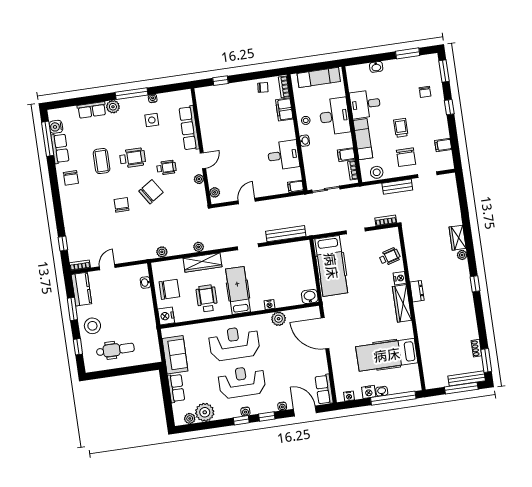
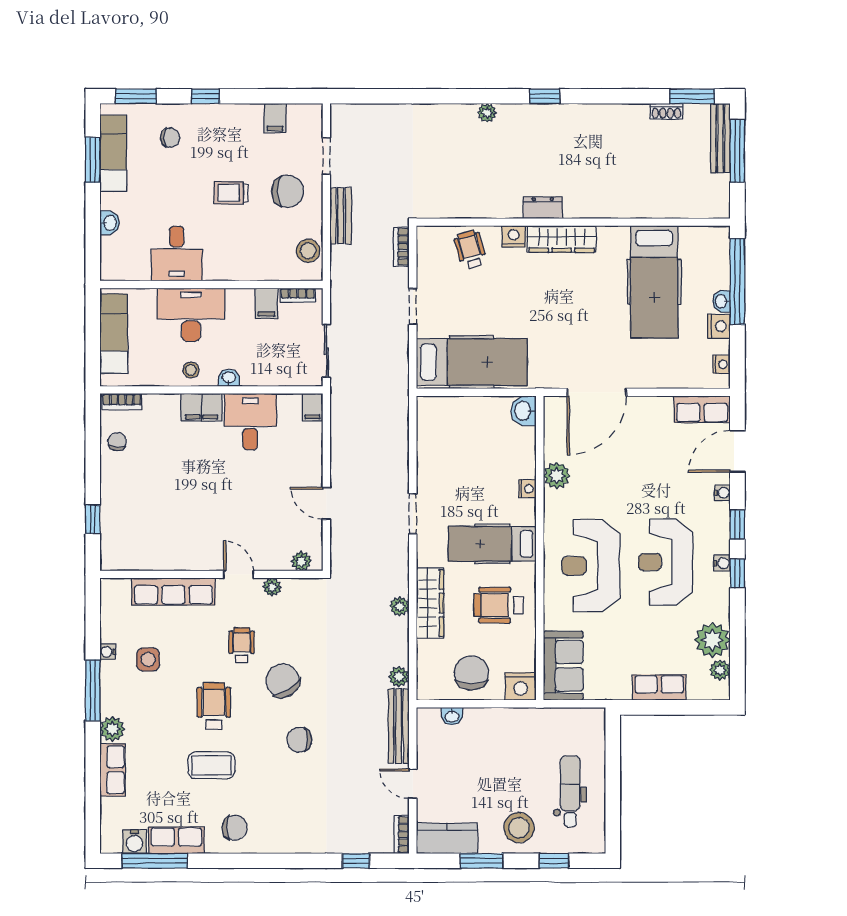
filing cabinet: (284, 109) -> (202, 407), moved
exam couch: (363, 139) -> (113, 153), moved, turned 90
bench: (286, 234) -> (399, 726), moved
wardrobe: (458, 238) -> (453, 117), removed
sofa: (175, 355) -> (563, 666), moved, turned 90

